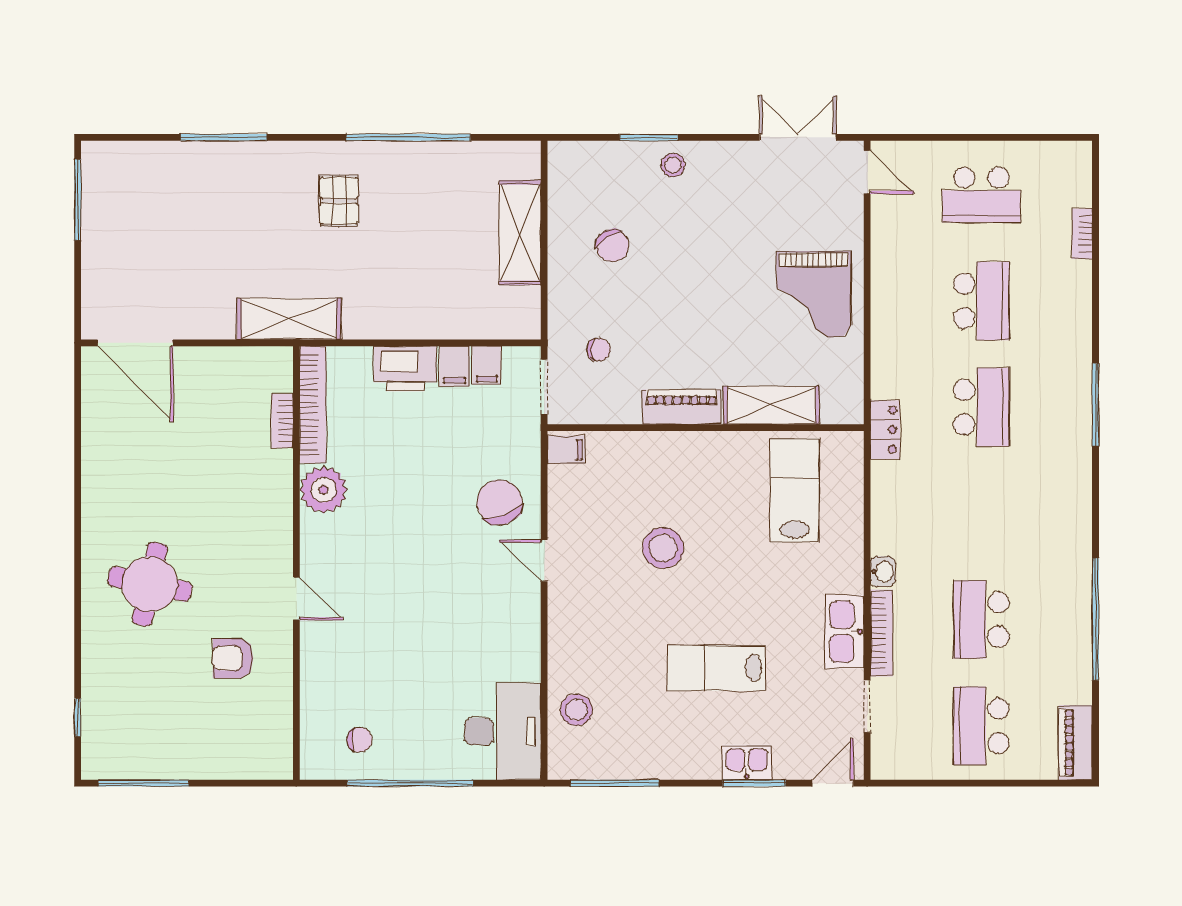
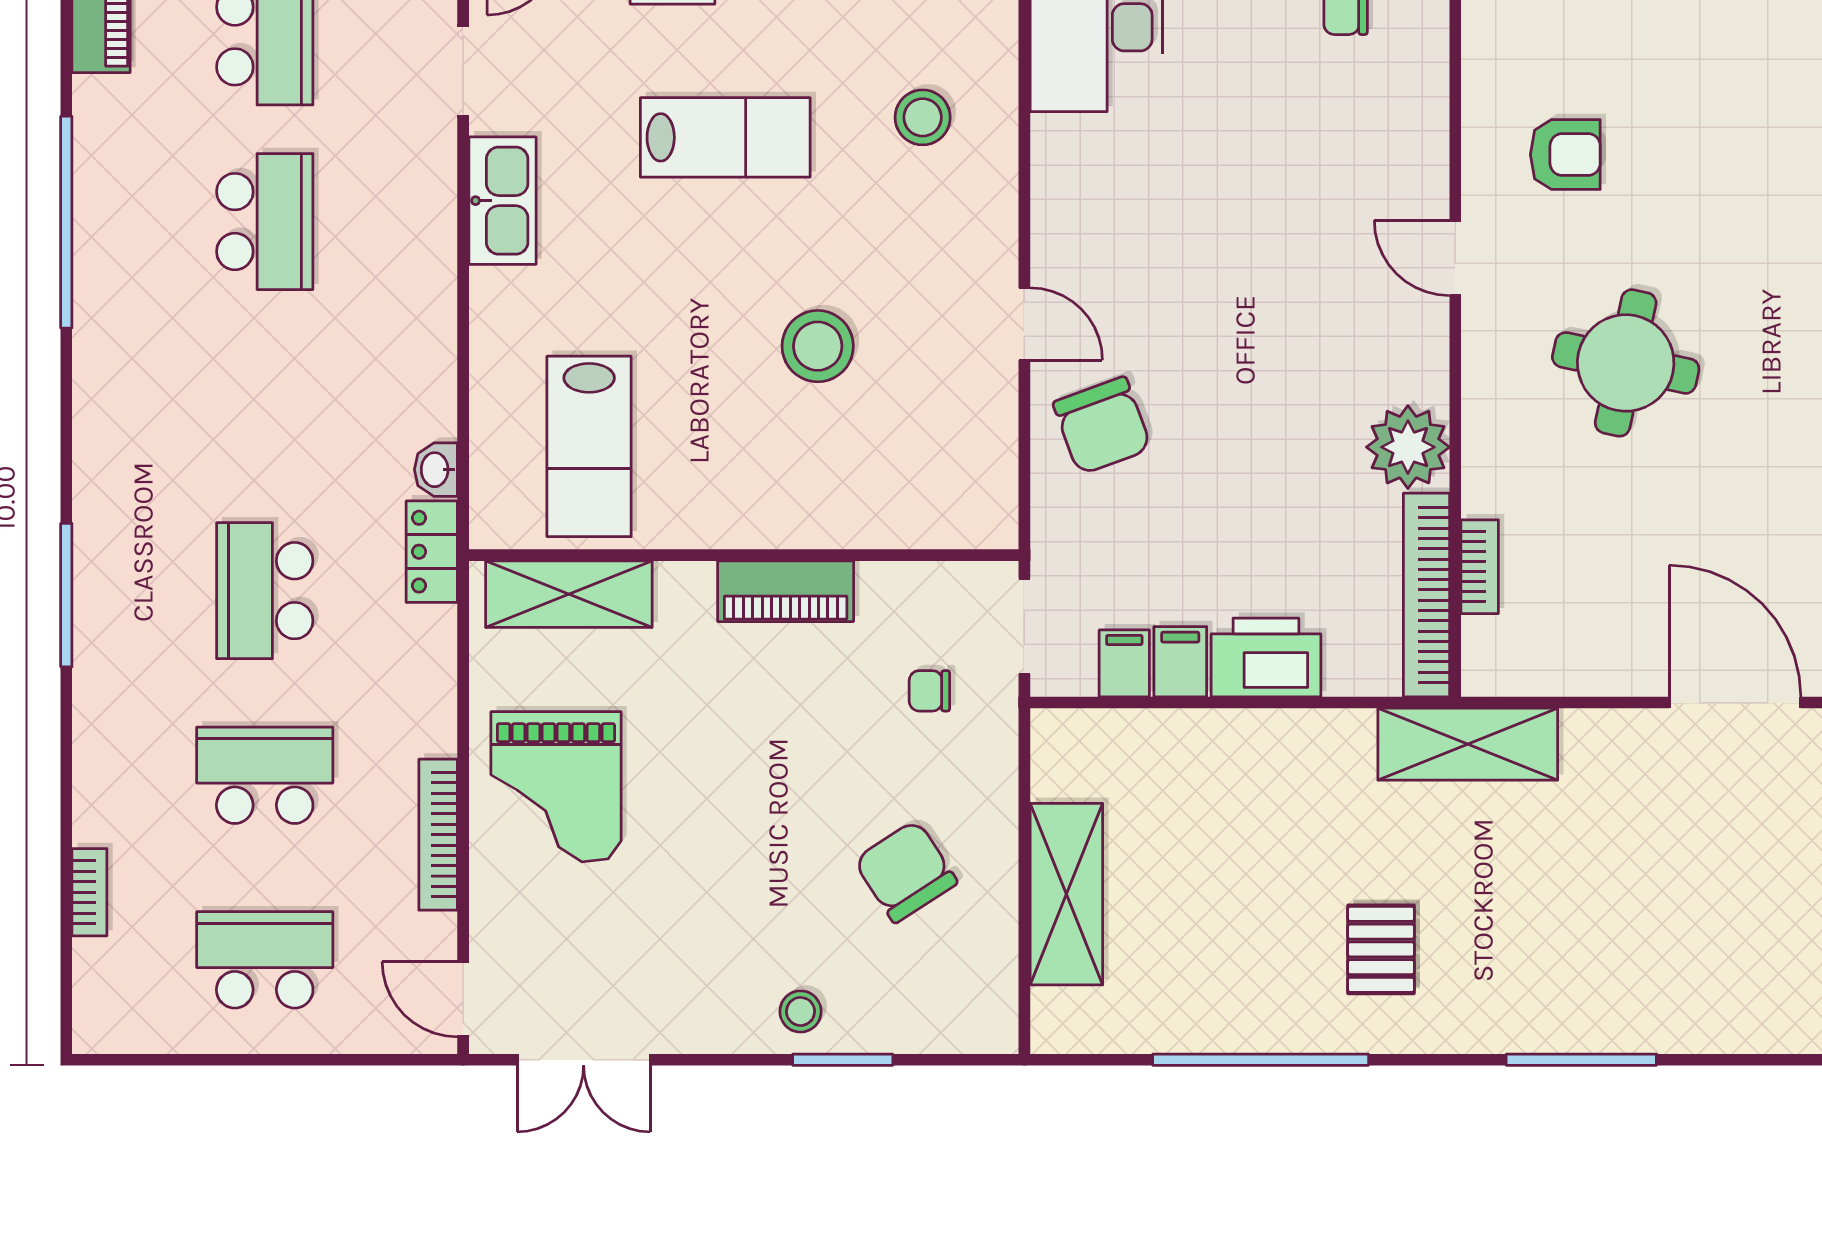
chair: (613, 246) -> (906, 871), width x1.37, depth x1.37
grand piano: (814, 294) -> (556, 787), turned 180
school desk: (981, 301) -> (265, 775), turned 90
shelving: (771, 405) -> (569, 594), moved
filing cabinet: (566, 450) -> (986, 517), removed
washbasin: (883, 572) -> (436, 470), moved
round table: (150, 584) -> (1626, 363), moved
bookcase: (882, 633) -> (438, 835), moved
stool: (577, 710) -> (923, 117), moved

